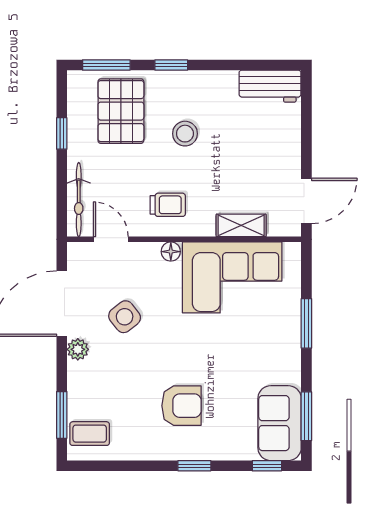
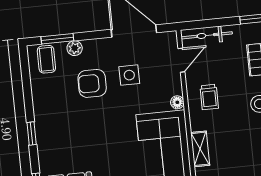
side table: (125, 317) -> (129, 75), turned 38
plant: (78, 349) -> (75, 48), moved
armchair: (182, 406) -> (92, 83), moved, turned 90

